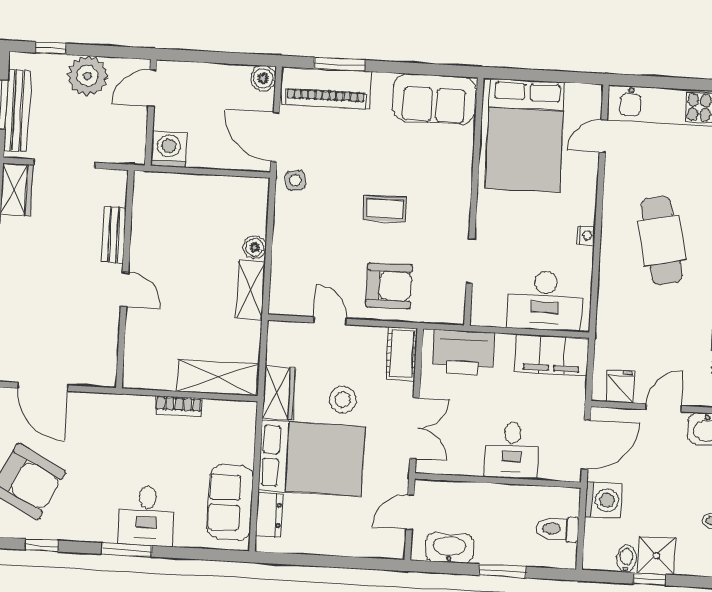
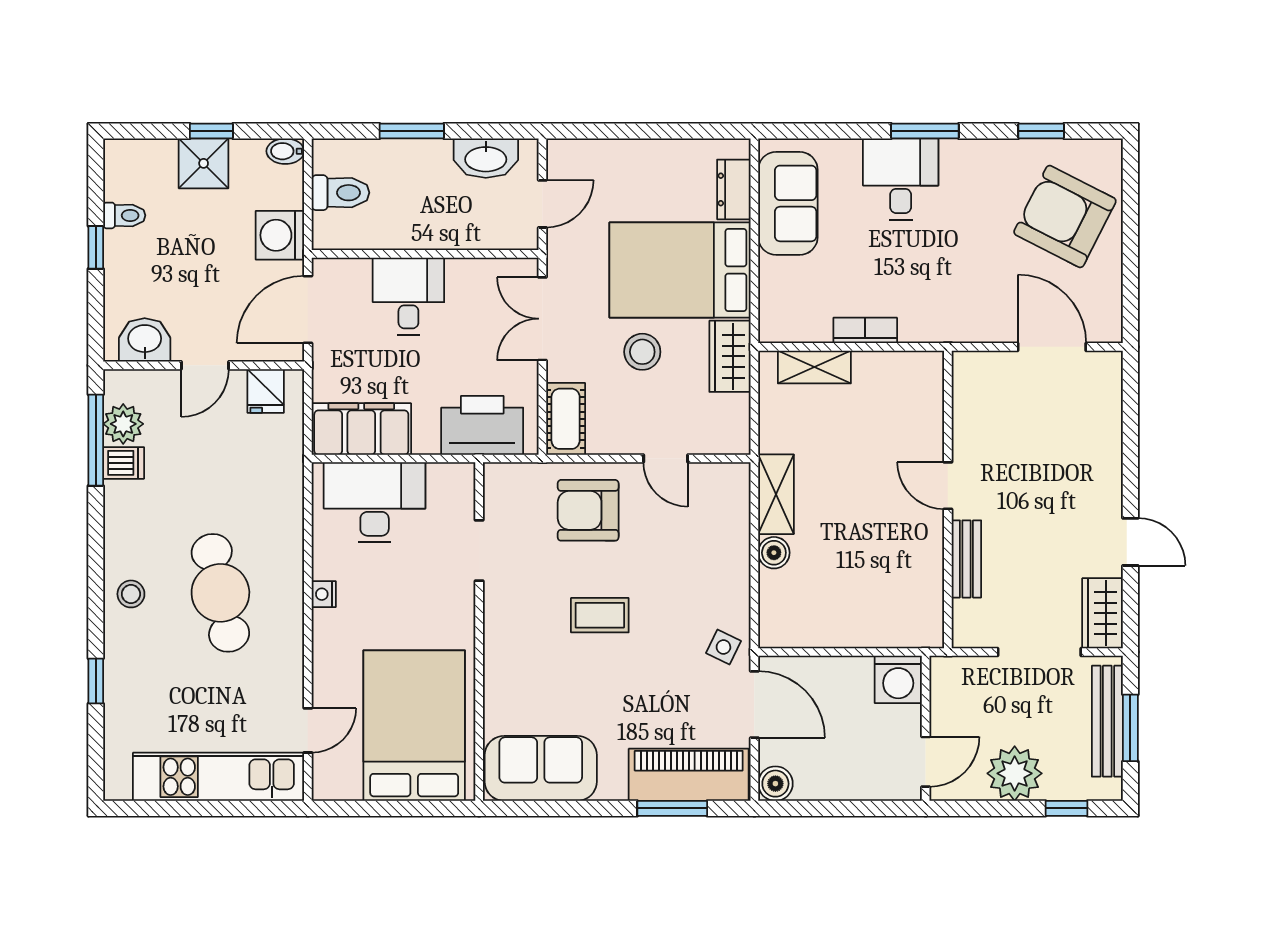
side table: (295, 180) -> (723, 647), turned 37
shelving: (218, 378) -> (814, 367), width x0.67, depth x0.75
bidet: (626, 559) -> (285, 151), moved, turned 90

